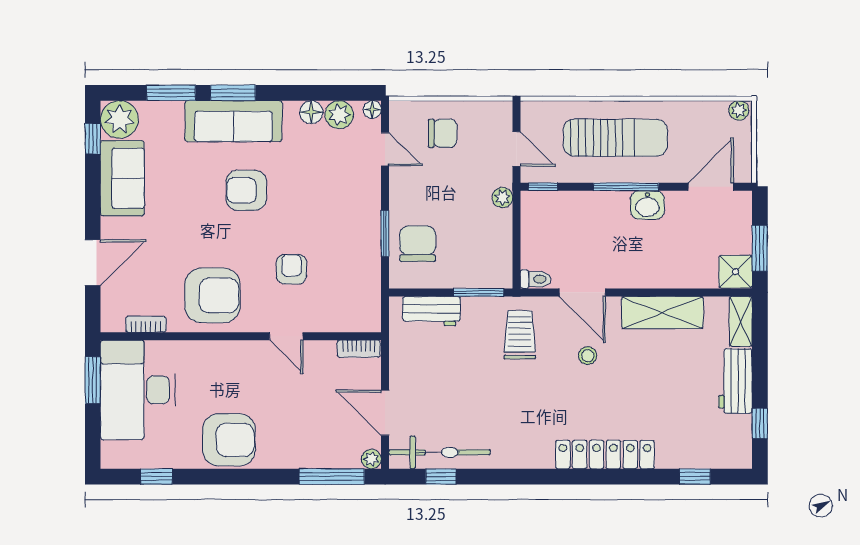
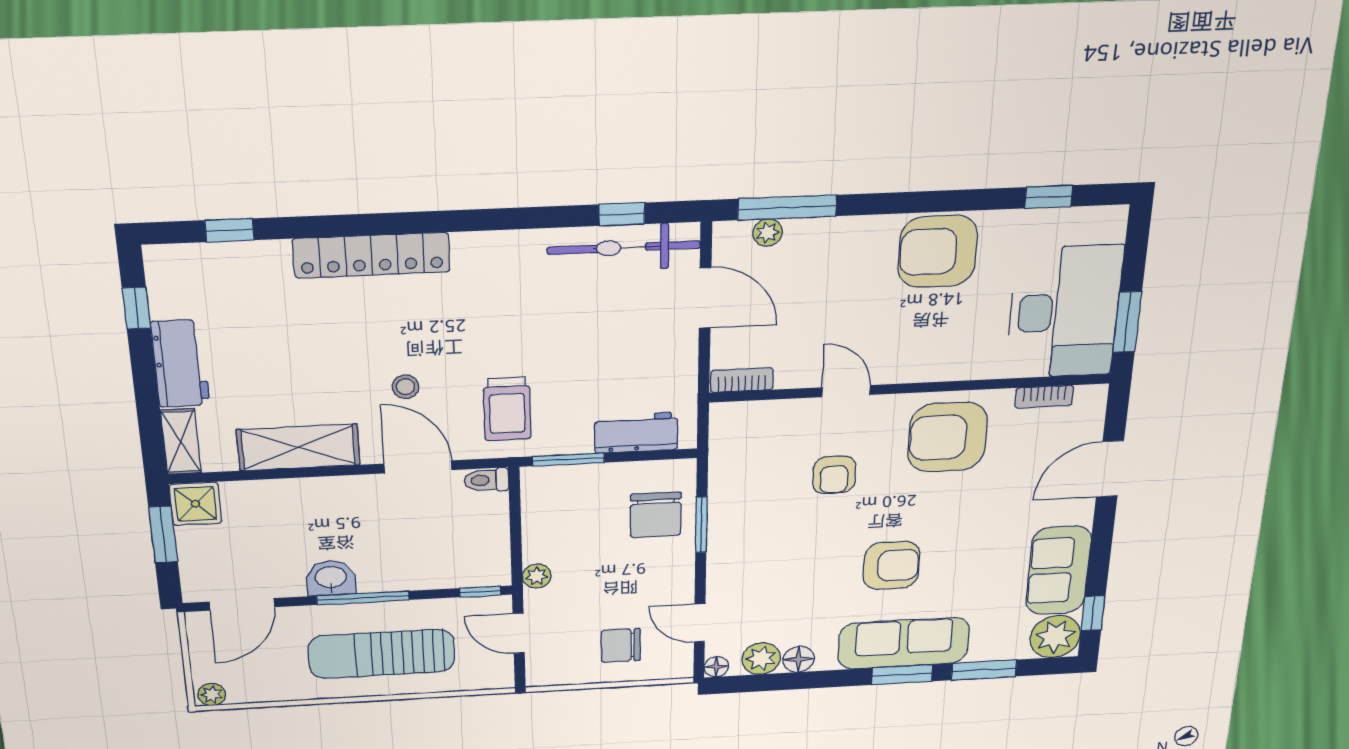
plant: (371, 459) -> (767, 233), moved

